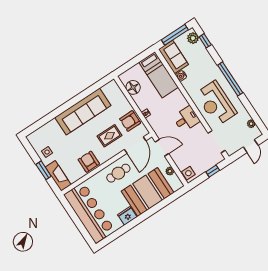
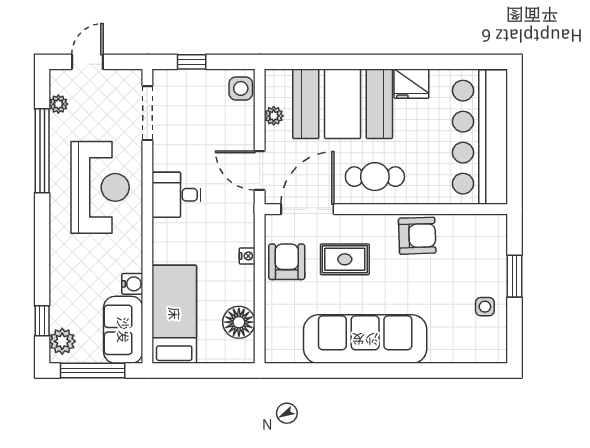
window: (230, 79) -> (42, 151), moved
armchair: (130, 121) -> (287, 262), turned -90
armchair: (89, 162) -> (417, 236), turned -92
fireplace: (58, 176) -> (494, 247), removed

